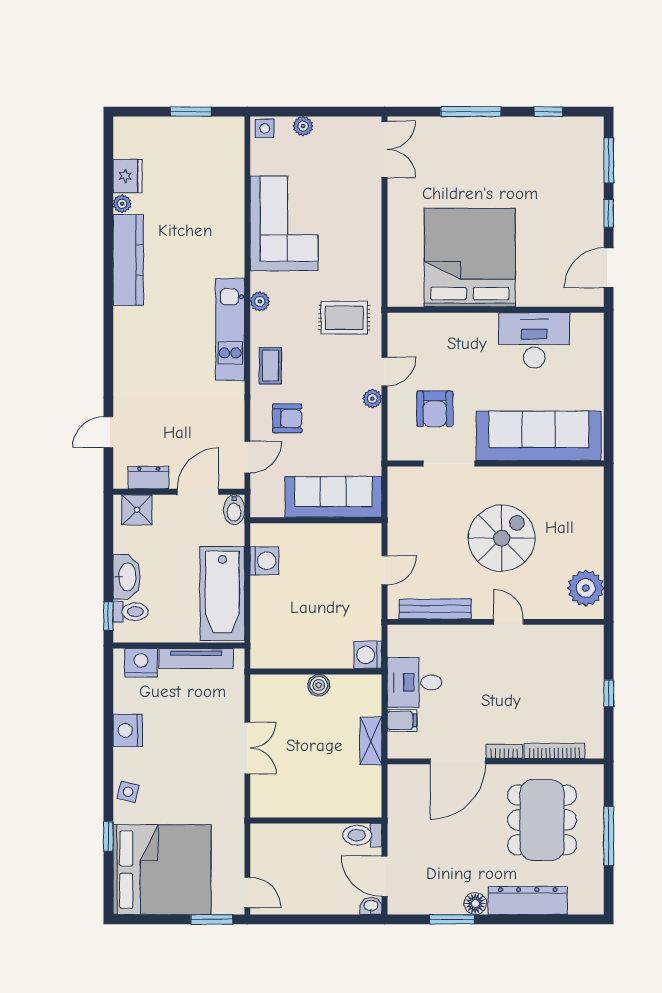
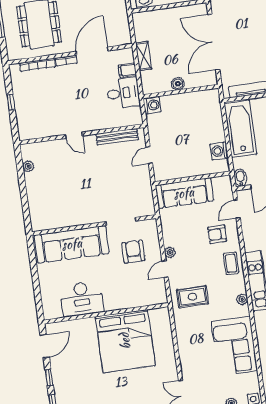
spiral stairs: (502, 538) -> (85, 183), removed
plant: (586, 588) -> (28, 166), width x0.53, depth x0.53
double door: (247, 748) -> (214, 42), width x1.87

